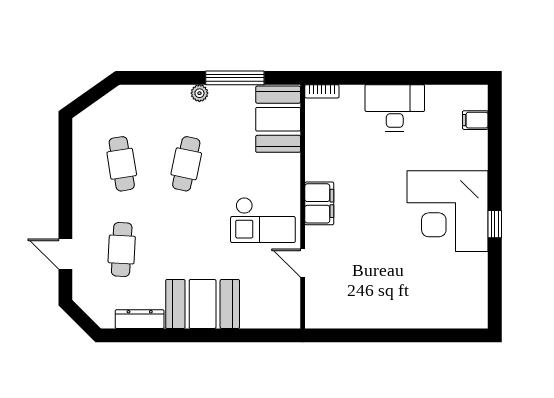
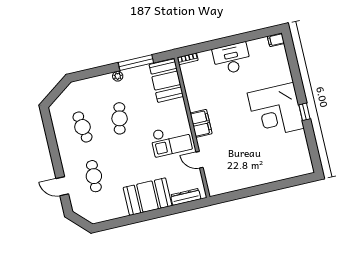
filing cabinet: (475, 120) -> (276, 40), moved
dresser: (140, 319) -> (186, 197), moved

